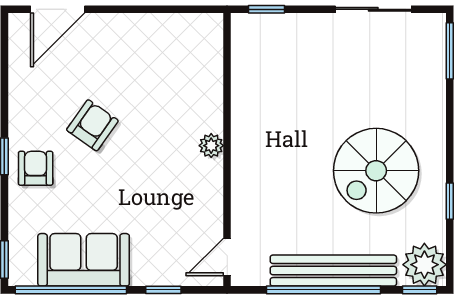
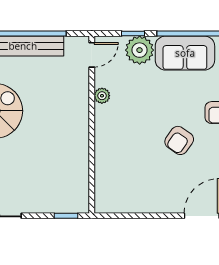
plant: (211, 146) -> (102, 96), moved
plant: (153, 264) -> (140, 50), added

